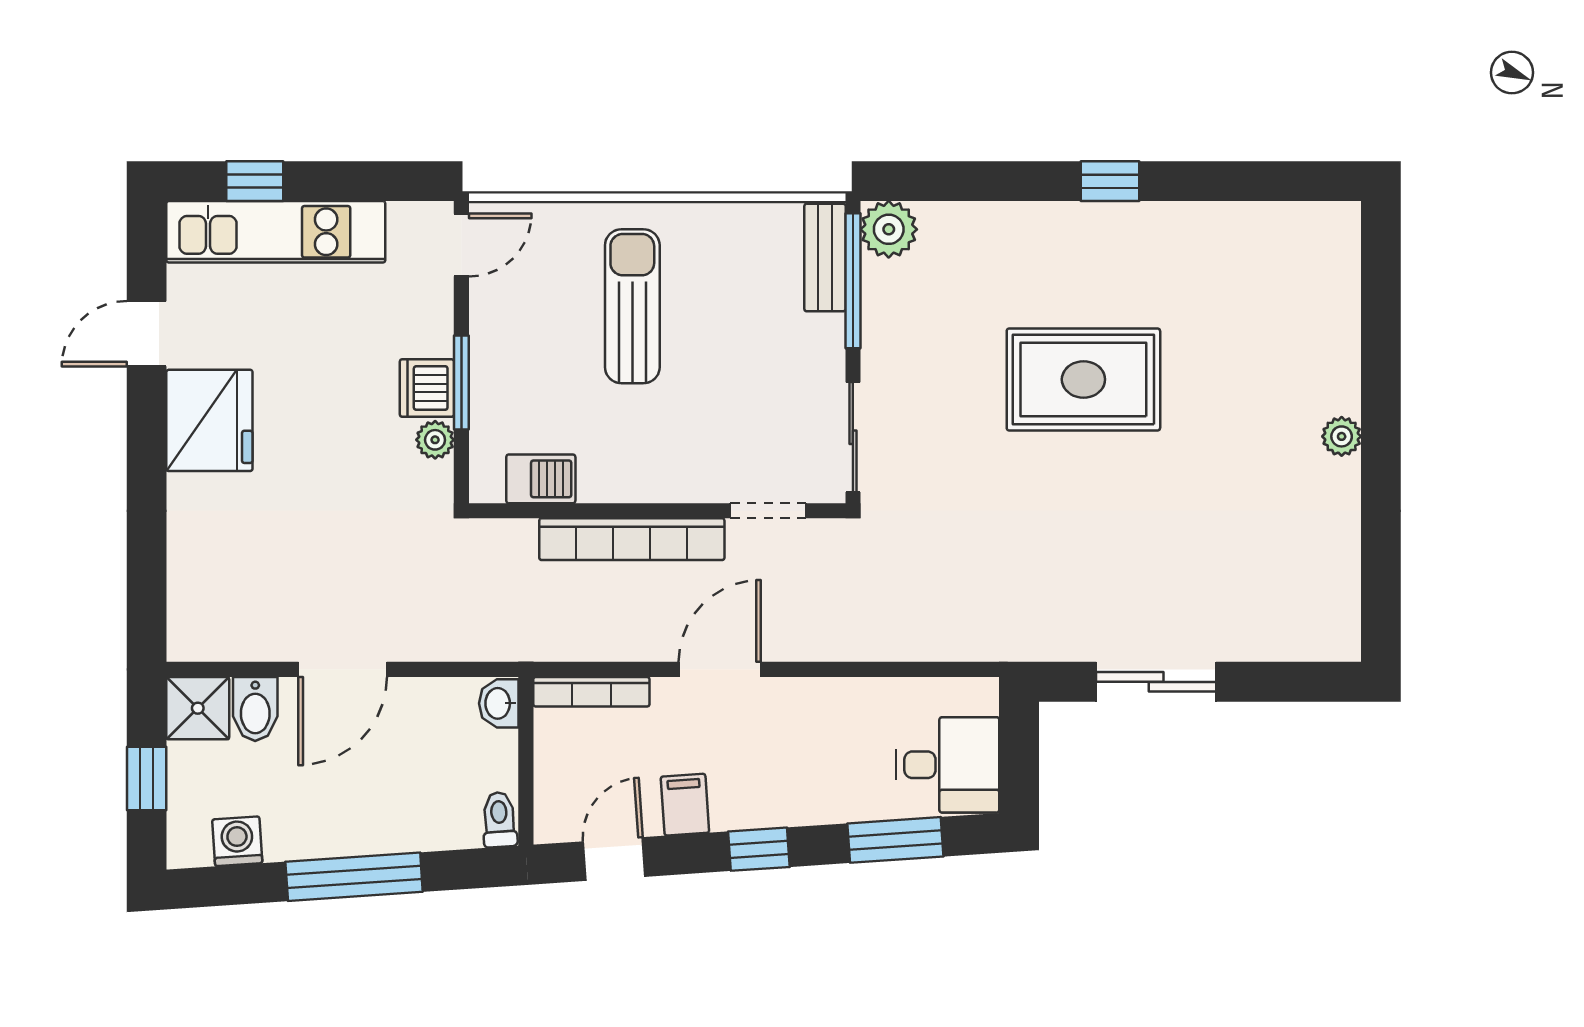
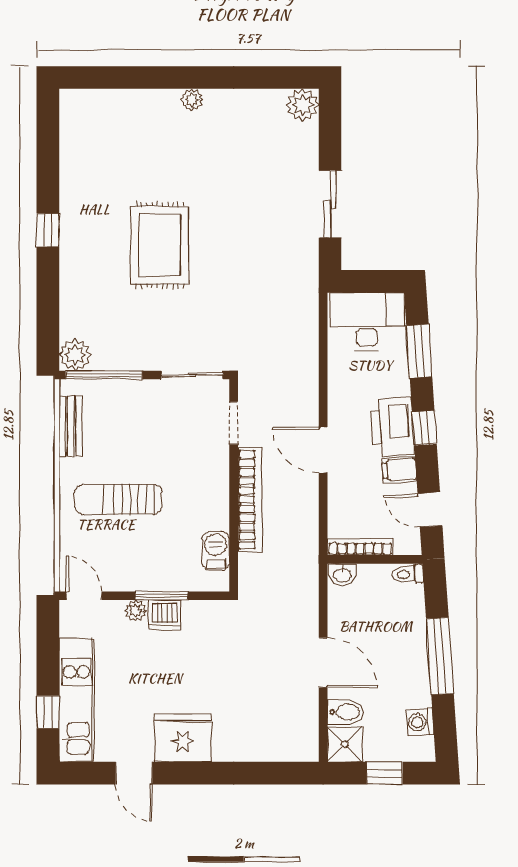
bench: (825, 258) -> (71, 426), moved, turned 90
plant: (435, 440) -> (135, 611), moved
plant: (1332, 633) -> (303, 105), added
bookcase: (591, 692) -> (360, 547), moved, turned -90
desk: (948, 765) -> (367, 322), width x1.37
printer: (761, 793) -> (393, 427), added

